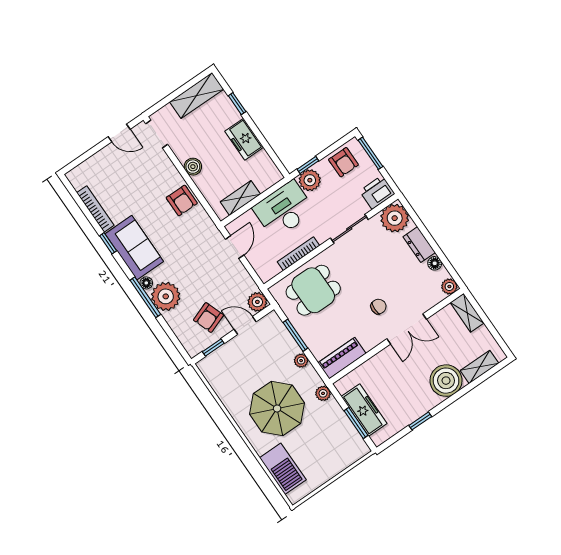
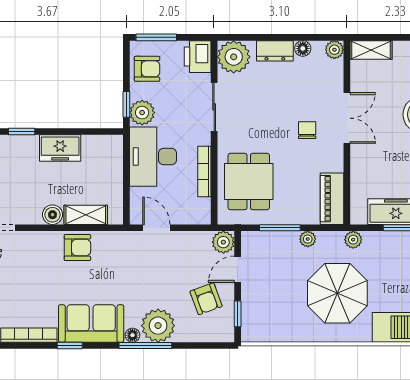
shelving: (240, 198) -> (86, 215), moved, turned 90

